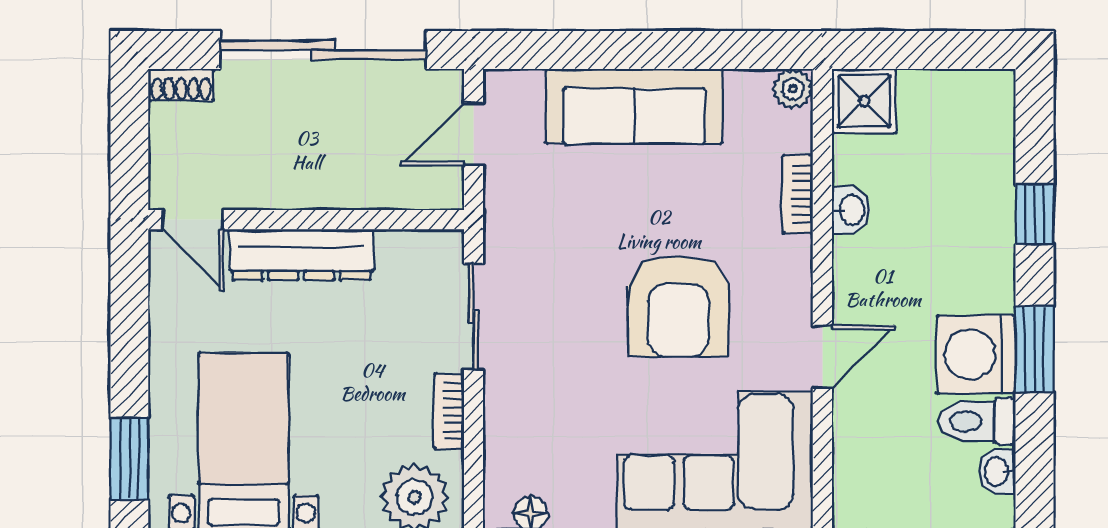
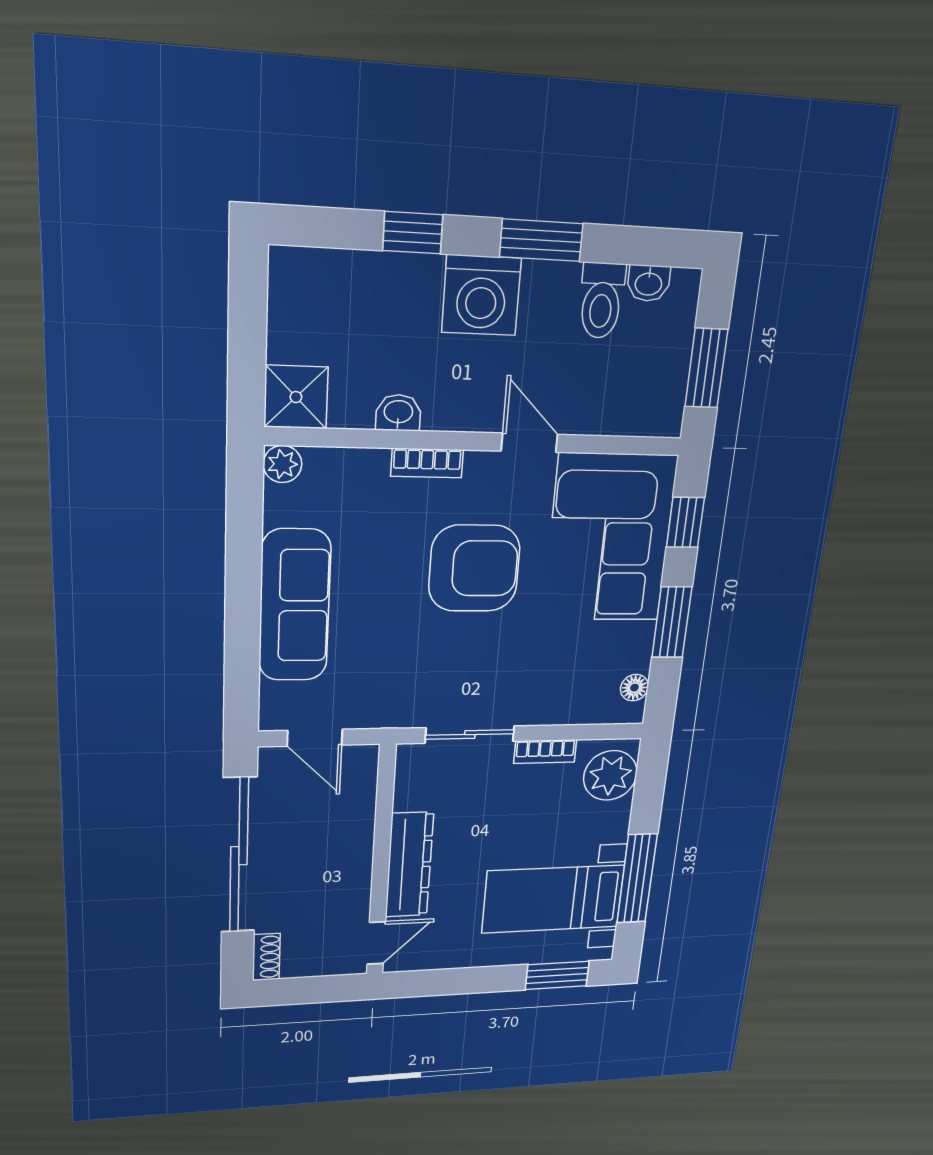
bookcase: (797, 194) -> (427, 463), moved
washing machine: (976, 355) -> (481, 295), moved

